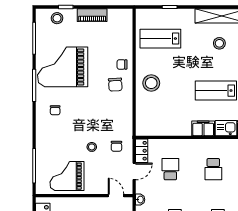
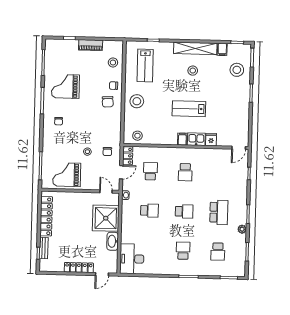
stool: (57, 18) -> (113, 62), moved
lab bench: (160, 39) -> (145, 65), turned -90
grand piano: (63, 67) -> (65, 86), width x0.73, depth x0.68
stool: (153, 126) -> (137, 136), added
filing cabinet: (203, 128) -> (182, 139), width x0.50

